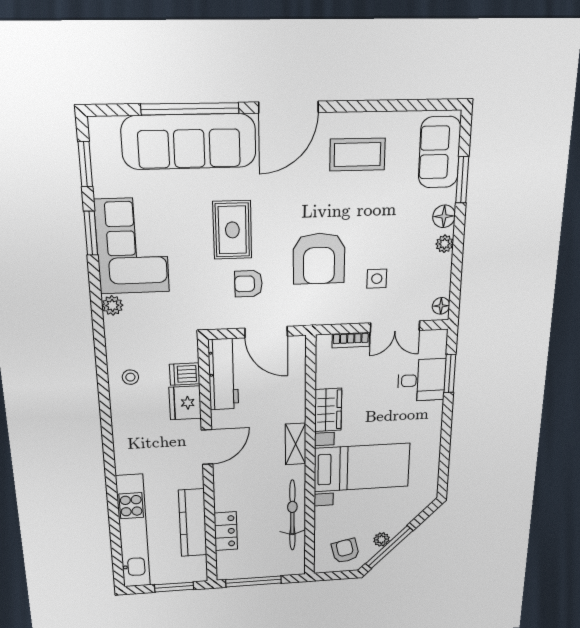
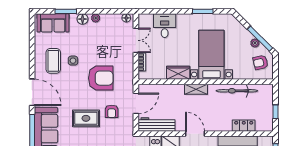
side table: (377, 279) -> (73, 61), moved
window: (450, 374) -> (203, 11), moved
window: (253, 581) -> (275, 112), width x0.46

